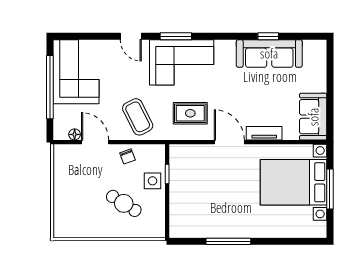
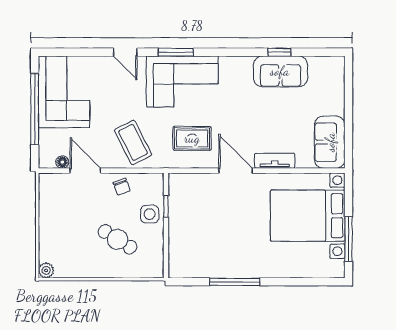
sofa: (269, 53) -> (280, 71), width x0.73
window: (330, 189) -> (348, 239), moved
plant: (60, 231) -> (46, 270), added

